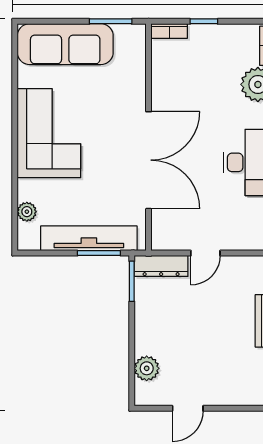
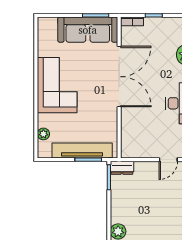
sofa: (65, 44) -> (88, 30), moved
double door: (149, 160) -> (119, 77), moved
door: (205, 253) -> (168, 160), moved
dresser: (161, 266) -> (122, 168), width x0.70

